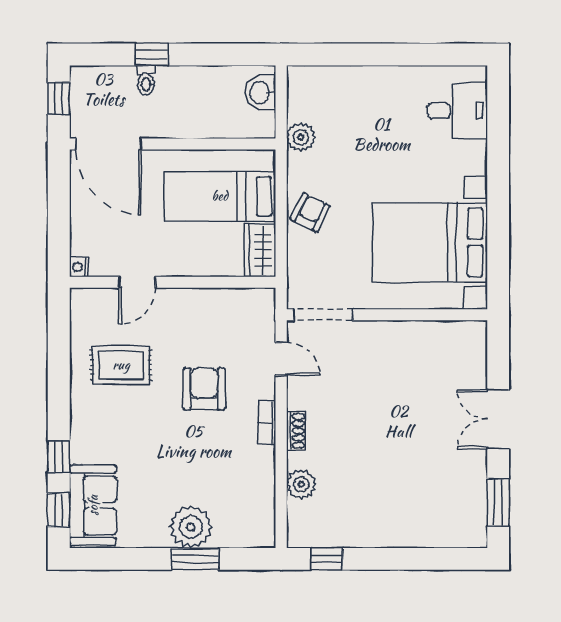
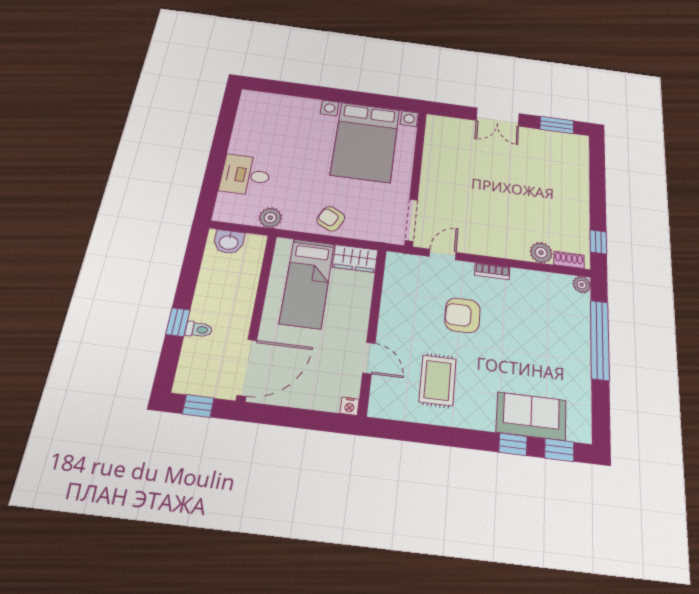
desk: (457, 111) -> (246, 175), moved, turned -90
shoe rack: (296, 431) -> (569, 260), moved
sofa: (93, 505) -> (531, 416), moved
plant: (191, 527) -> (582, 285), moved, width x0.53, depth x0.53
window: (195, 559) -> (600, 340), width x2.11

